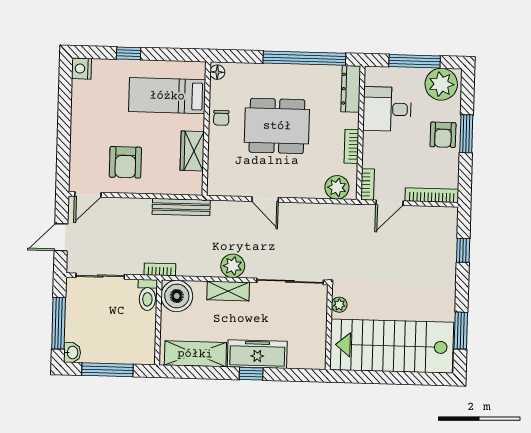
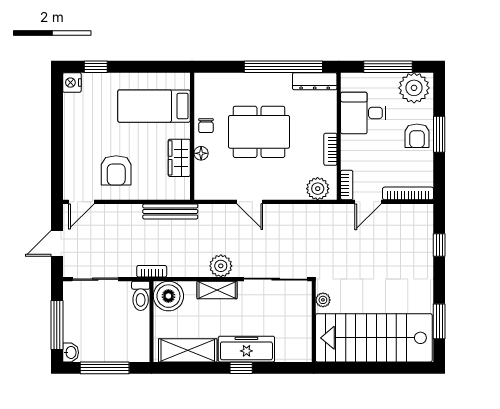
window: (129, 53) -> (96, 67), moved
floor lamp: (217, 72) -> (201, 153), moved
dresser: (351, 89) -> (315, 81), moved, turned -90

